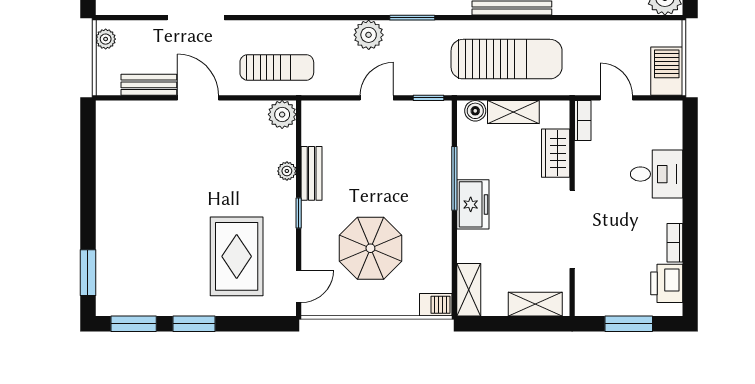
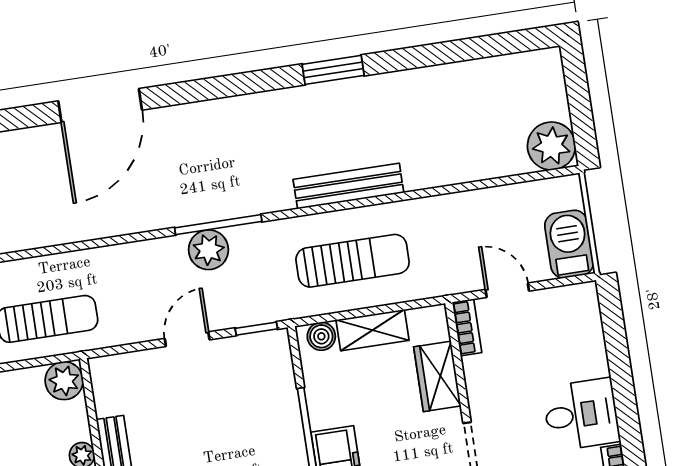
window: (412, 18) -> (218, 225), width x1.44
plant: (369, 35) -> (209, 250), moved
sun lounger: (507, 59) -> (353, 261), width x0.73, depth x0.75
desk: (657, 174) -> (581, 415), moved

